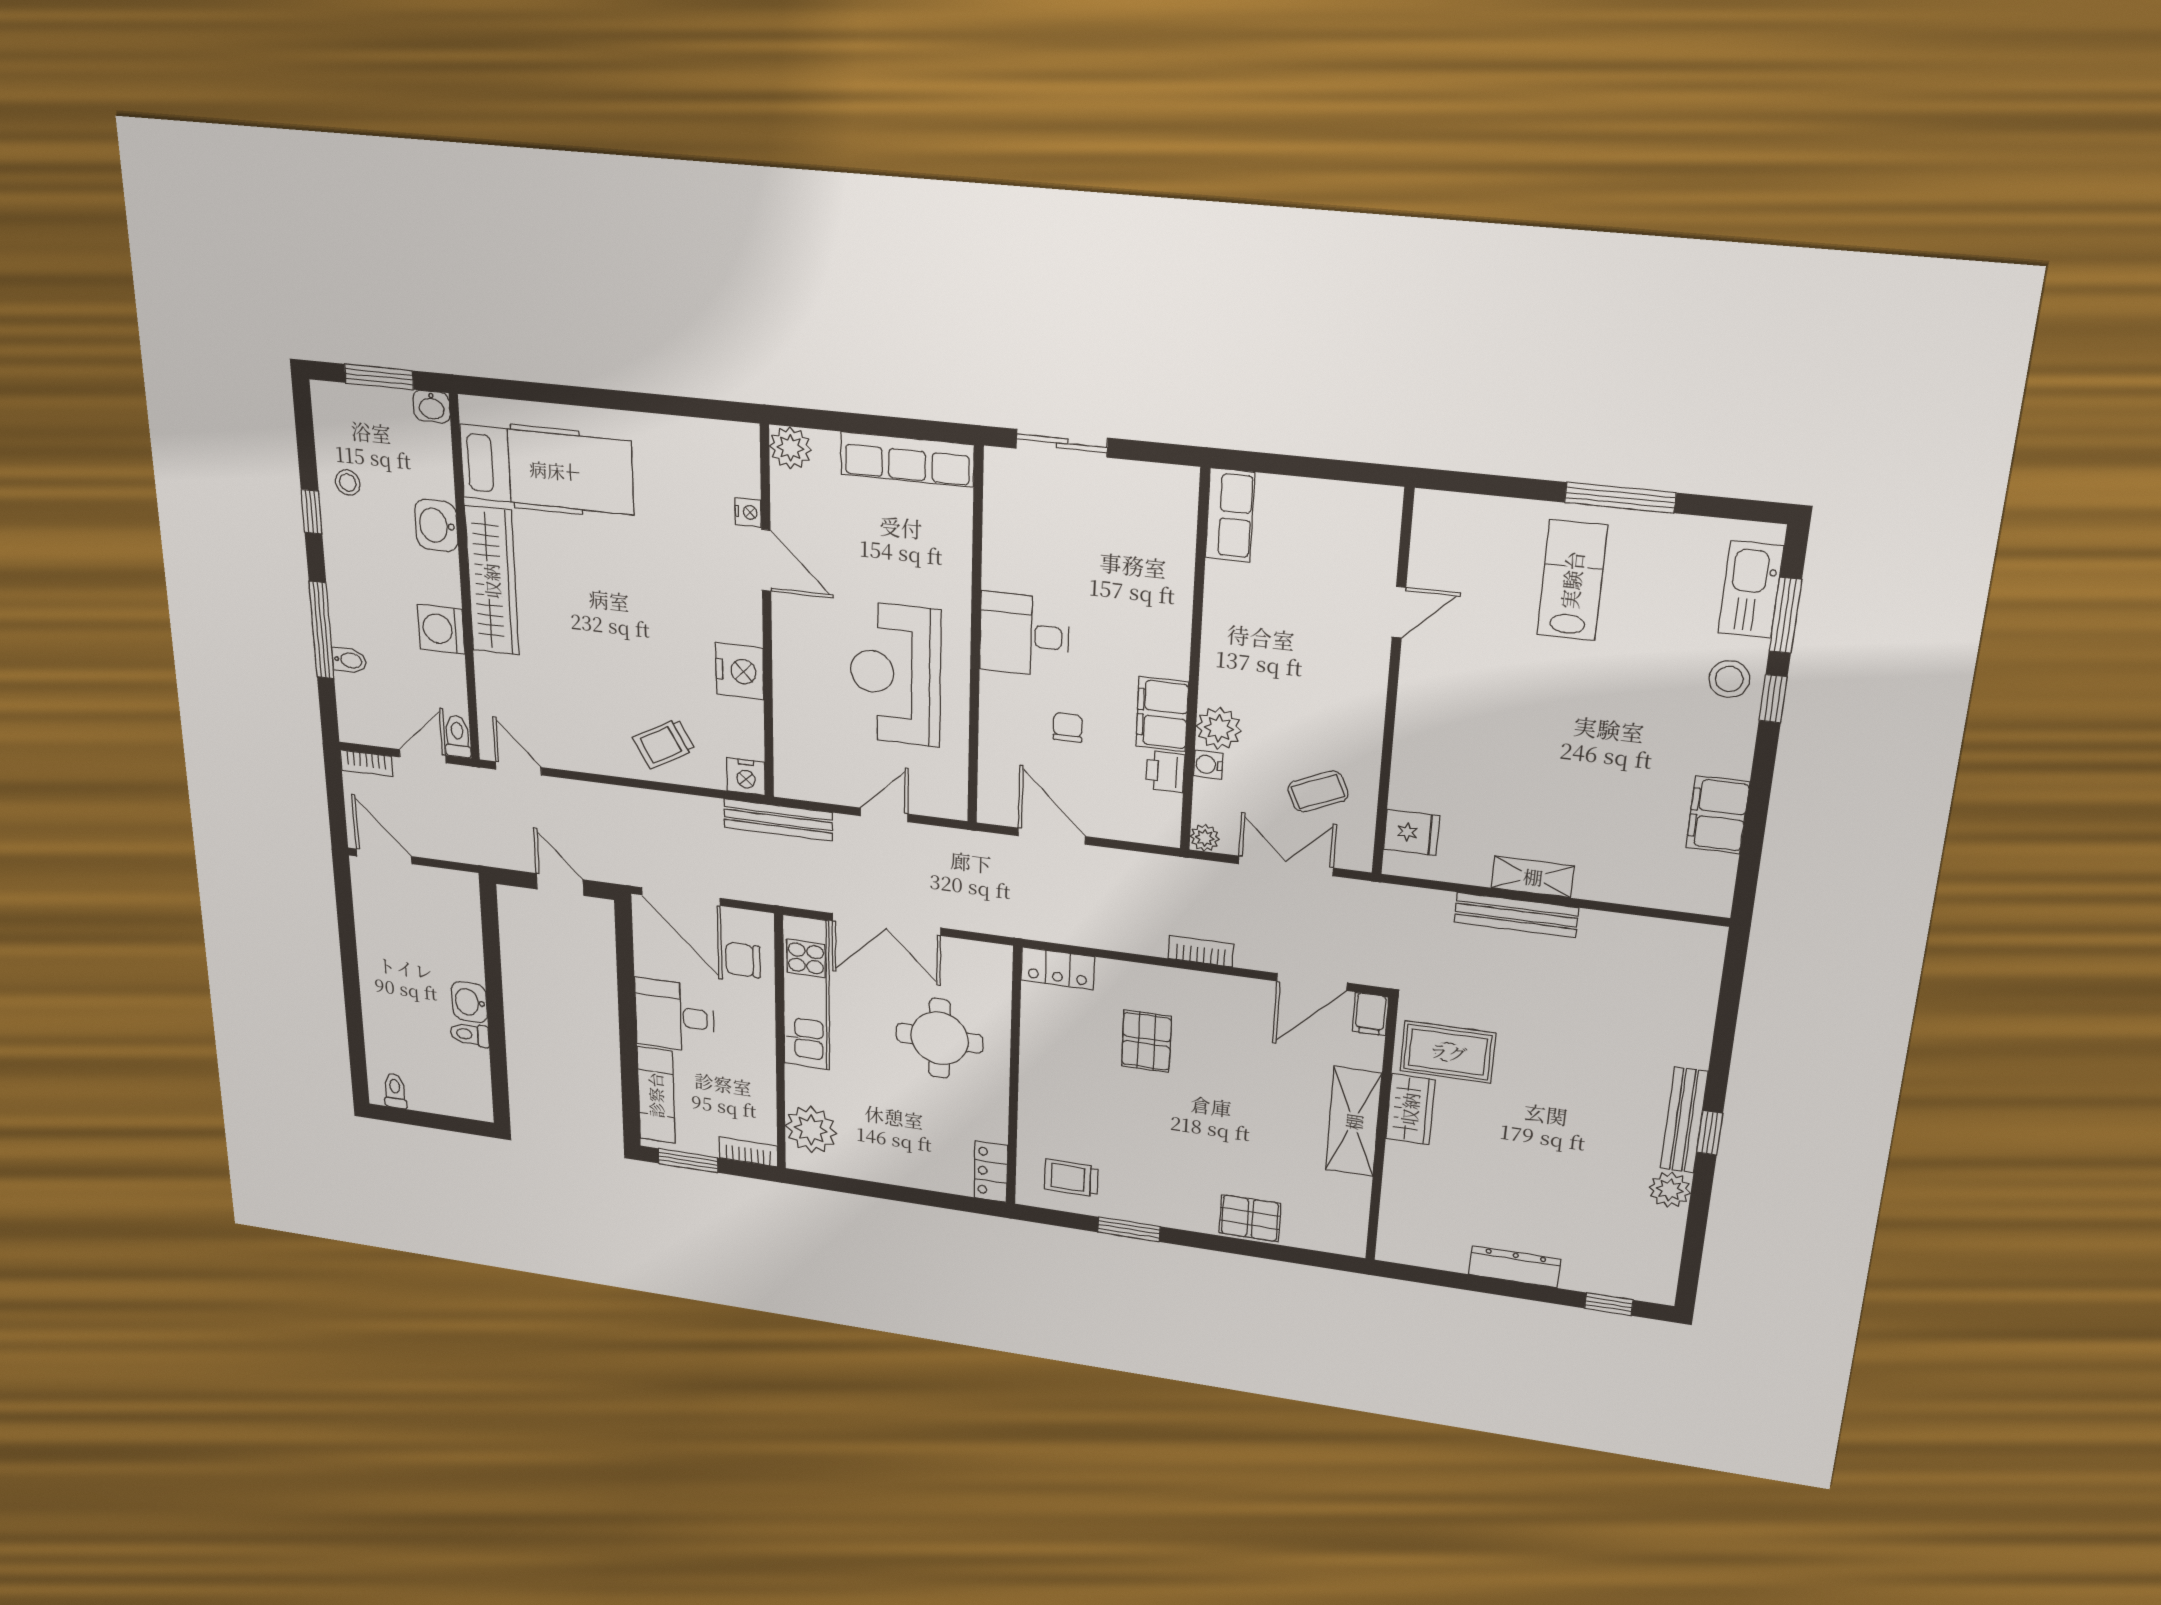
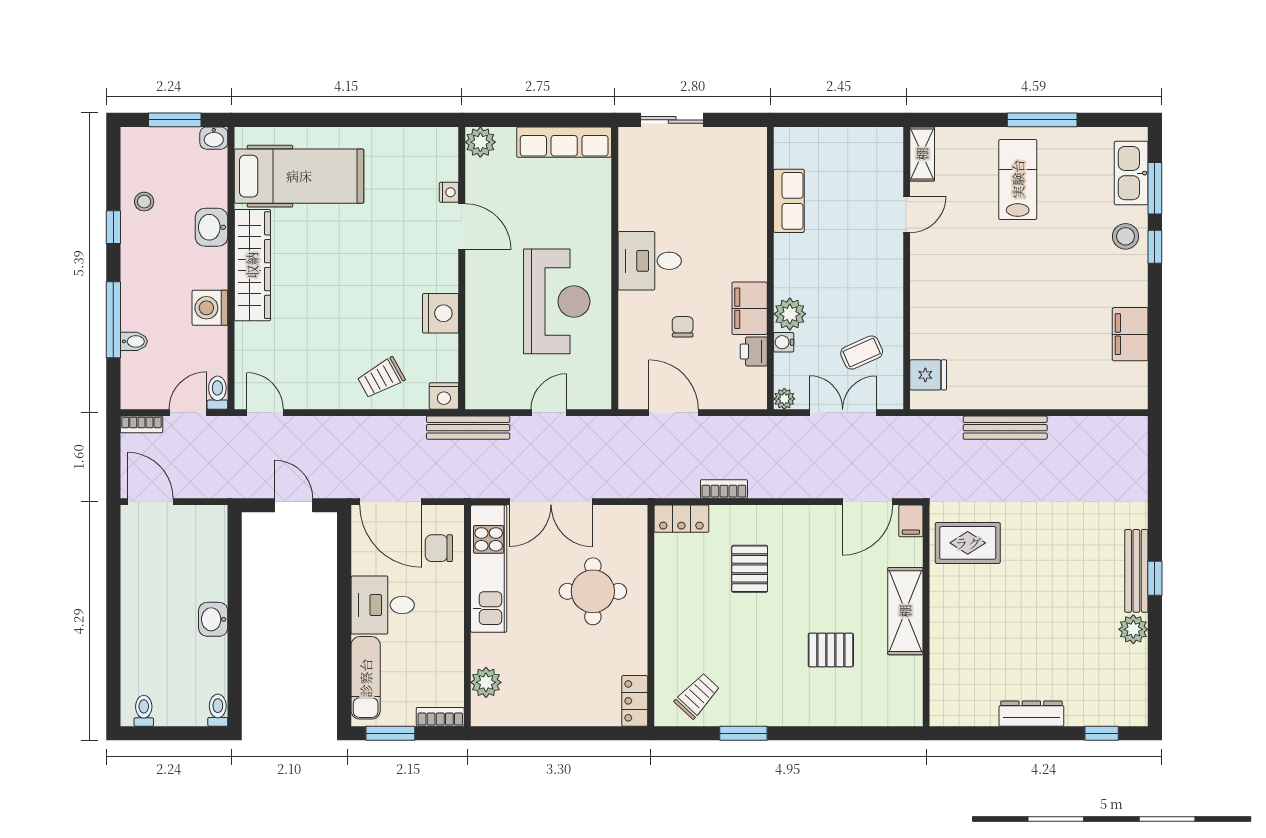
row of seats: (1230, 515) -> (789, 201), moved
reception desk: (895, 674) -> (557, 301), turned 180
shelving: (1533, 877) -> (922, 154), moved, turned 90
bookcase: (1201, 951) -> (724, 489), moved
toilet: (470, 1035) -> (218, 710), moved, turned 90
wardrobe: (1410, 1109) -> (945, 594), removed
plant: (811, 1130) -> (486, 682), width x0.73, depth x0.73
trolley: (1071, 1178) -> (697, 696), turned 133
pallet: (1250, 1218) -> (831, 650), moved

